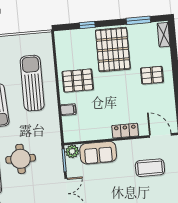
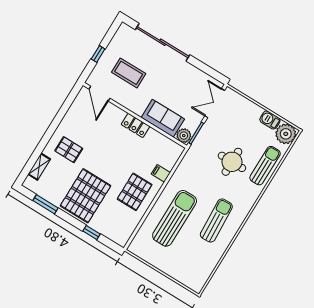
shelving: (164, 35) -> (39, 167), moved
pallet: (78, 80) -> (135, 192), turned 90
sun lounger: (32, 83) -> (175, 218), turned 180
locker: (125, 131) -> (135, 125), moved

